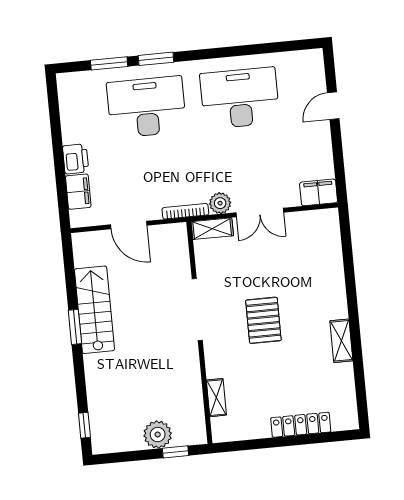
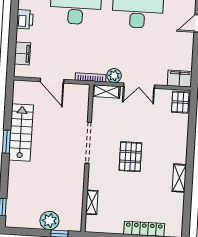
printer: (76, 159) -> (25, 19), moved
pallet: (325, 227) -> (180, 102), added

